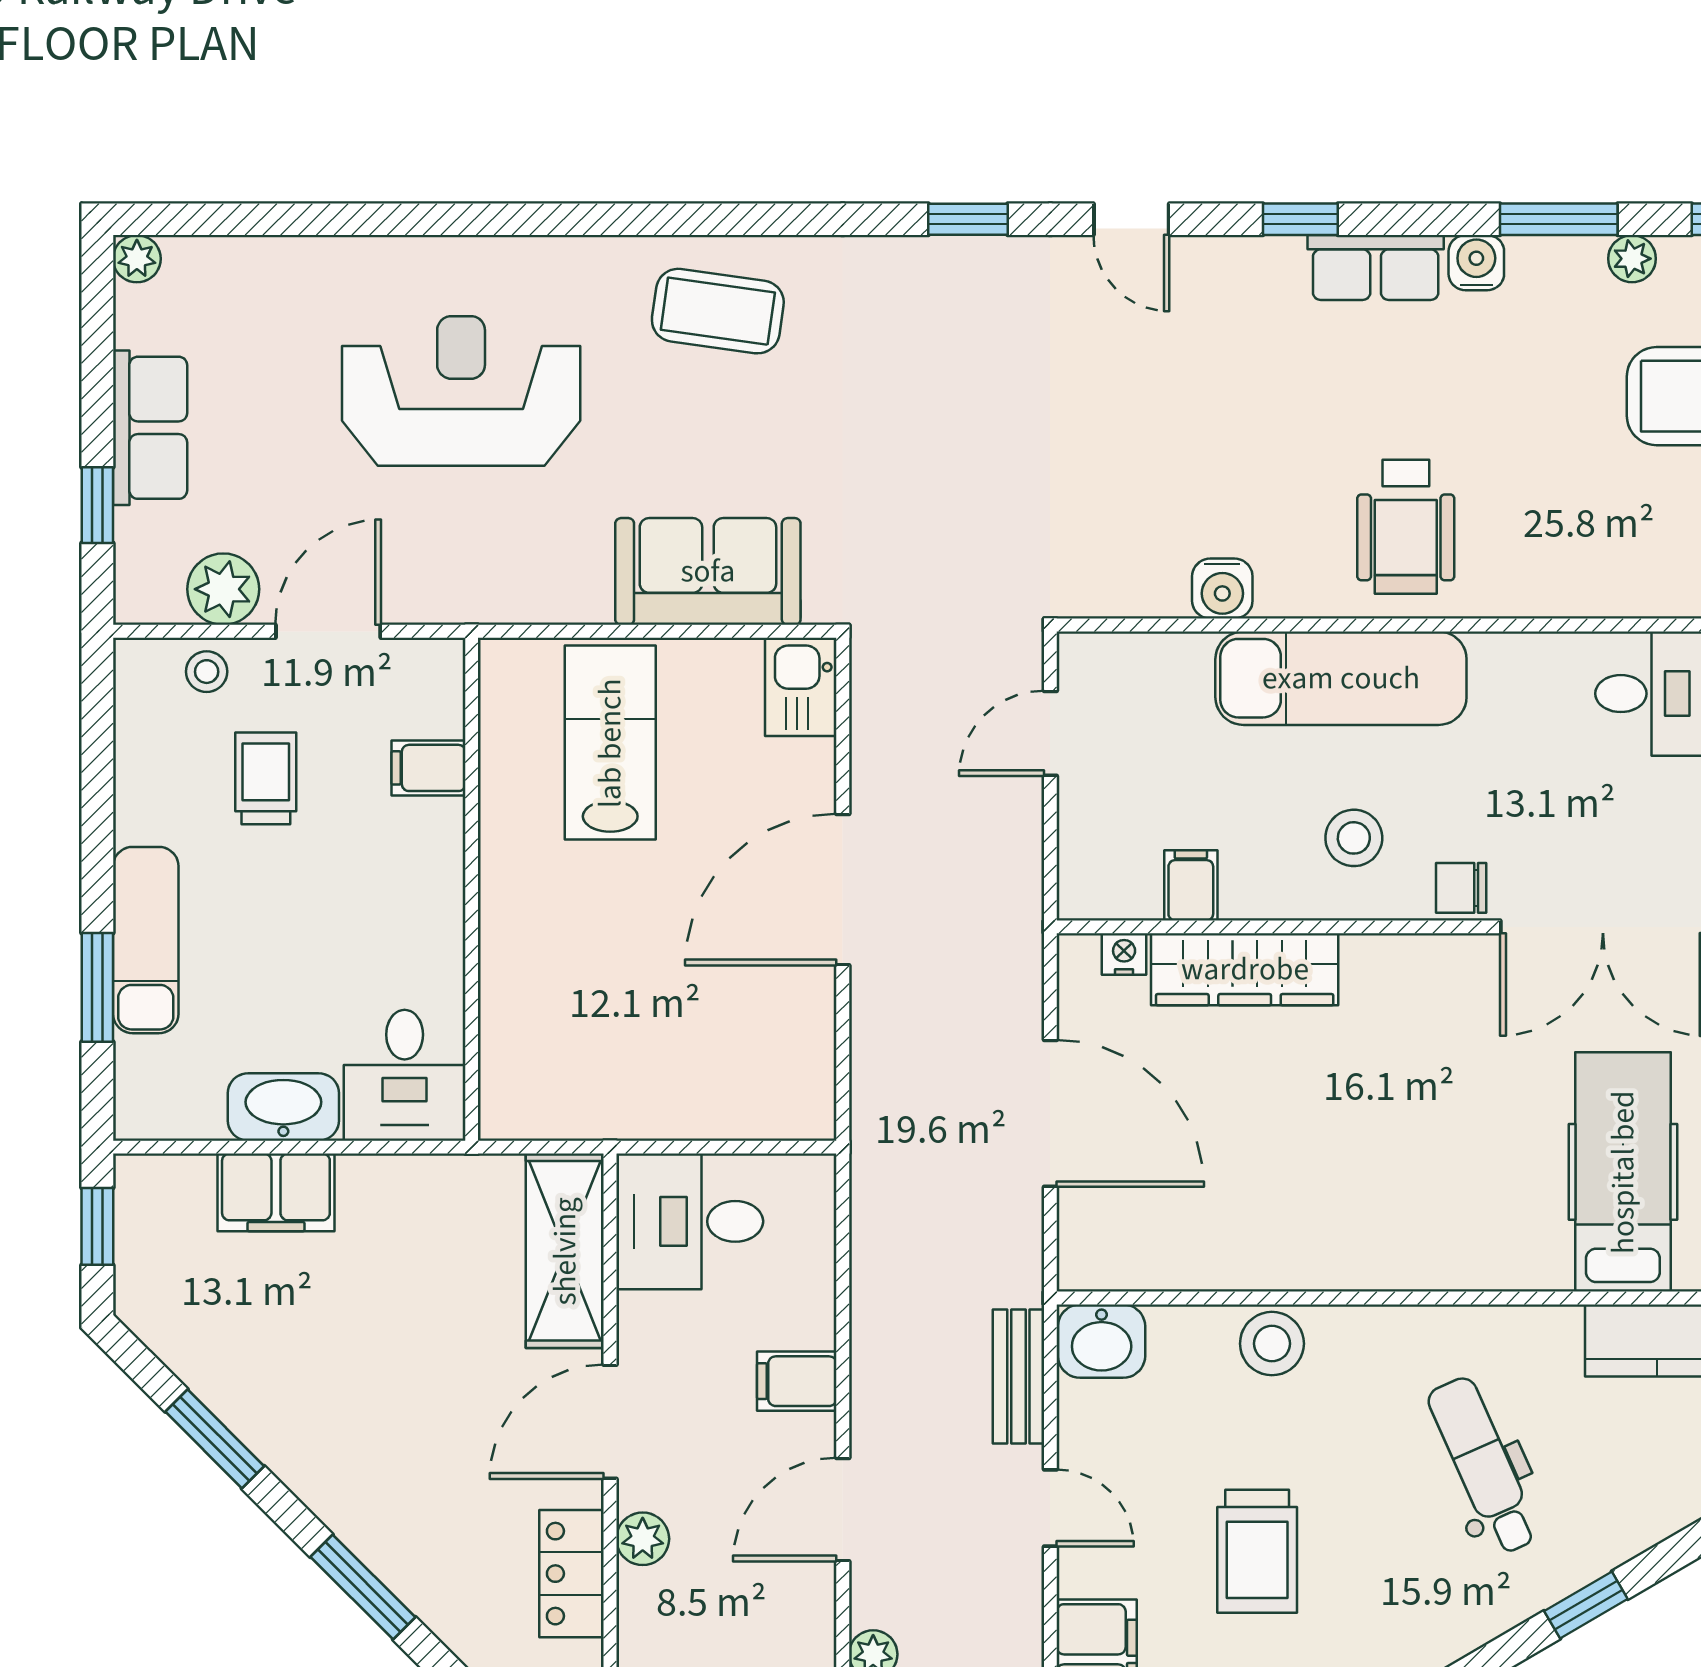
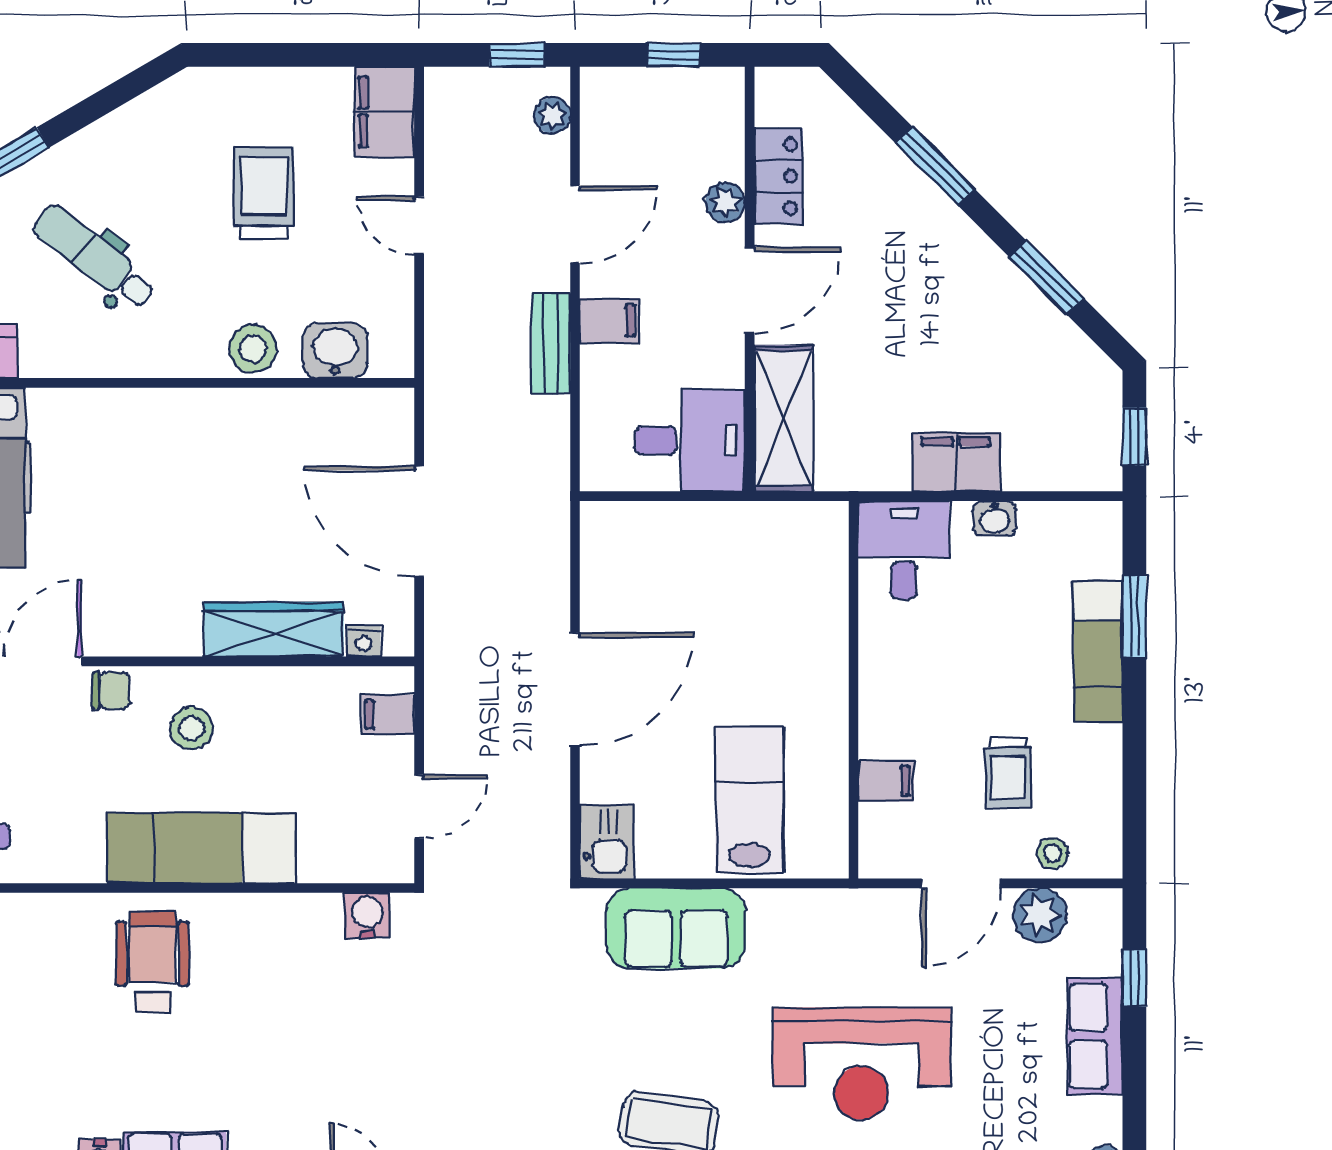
water cooler: (1222, 589) -> (367, 915), moved
lab bench: (610, 743) -> (750, 800), turned 180
filing cabinet: (1191, 885) -> (388, 714), moved, turned 90
washbasin: (283, 1107) -> (995, 518), width x0.52, depth x0.69
filing cabinet: (276, 1192) -> (956, 462), moved
washbasin: (1102, 1341) -> (335, 351), moved
bench: (1018, 1377) -> (551, 343), moved
dental chair: (1483, 1466) -> (94, 257), turned 152

